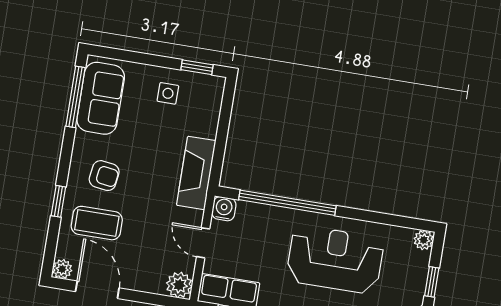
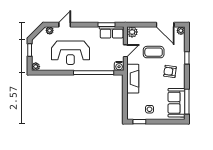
coffee table: (97, 223) -> (154, 52), moved
door: (203, 243) -> (125, 51), hinge flipped

